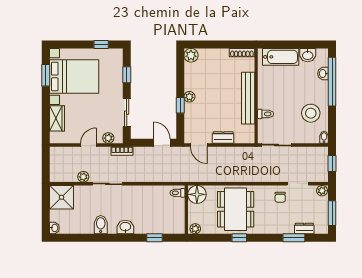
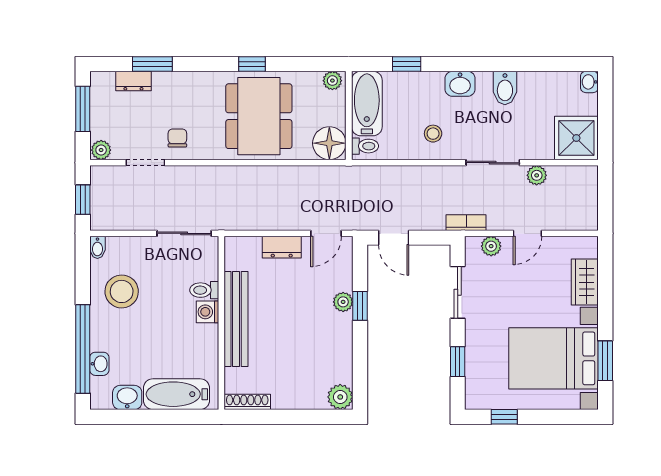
plant: (189, 97) -> (343, 302), moved
washing machine: (264, 102) -> (207, 312), added
door: (199, 145) -> (326, 233), swing flipped
stool: (140, 200) -> (433, 134), added
bathtub: (176, 216) -> (367, 104), added

